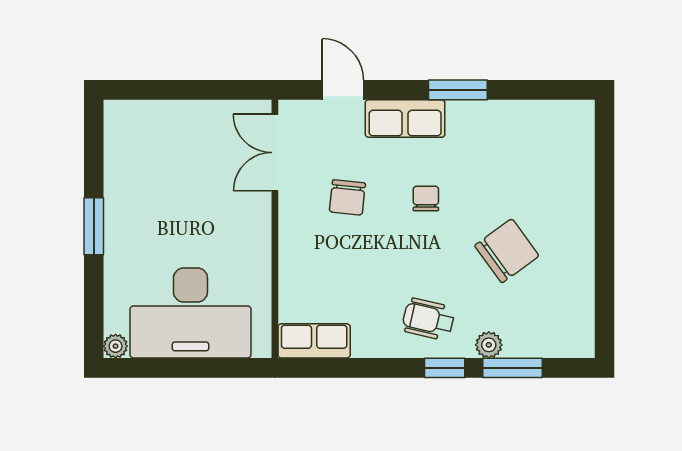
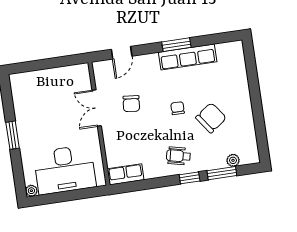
door: (343, 90) -> (122, 53), swing flipped
row of seats: (405, 118) -> (188, 57), moved, width x1.48
double door: (275, 153) -> (97, 108), moved
chair: (426, 199) -> (178, 108), moved
plant: (489, 345) -> (233, 160), moved

